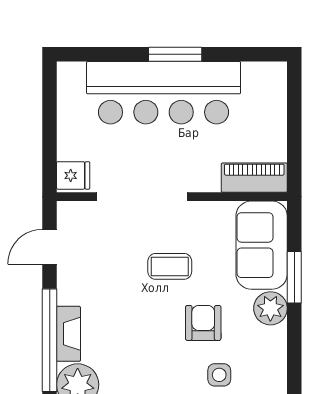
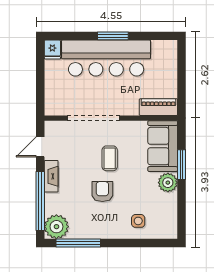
fridge: (73, 175) -> (52, 50), moved, turned 90
coffee table: (170, 266) -> (110, 158), turned 90
armchair: (203, 323) -> (102, 192), moved
fireplace: (68, 334) -> (51, 176), moved

